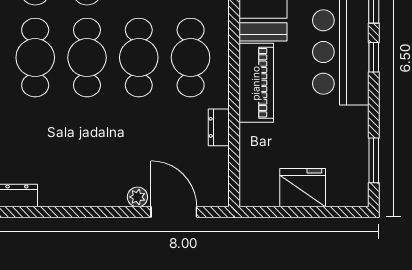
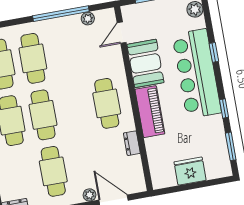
window: (374, 57) -> (224, 108), moved
cafe table: (139, 58) -> (53, 171), moved

